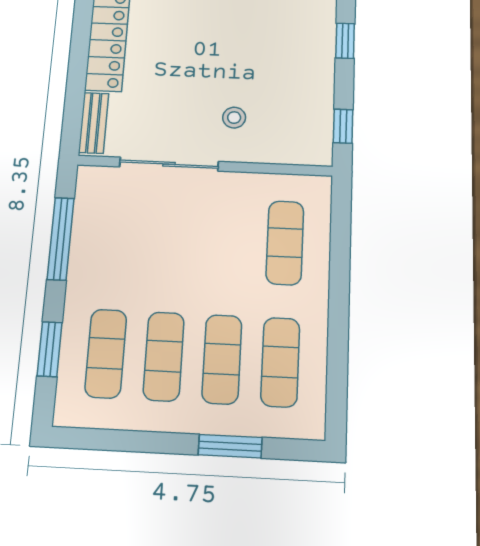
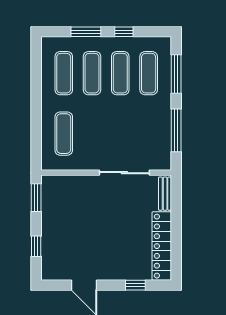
stool: (234, 118) -> (92, 200), removed
window: (343, 126) -> (36, 198), width x1.50
window: (50, 349) -> (176, 74), width x1.44
window: (150, 442) -> (124, 32), added

